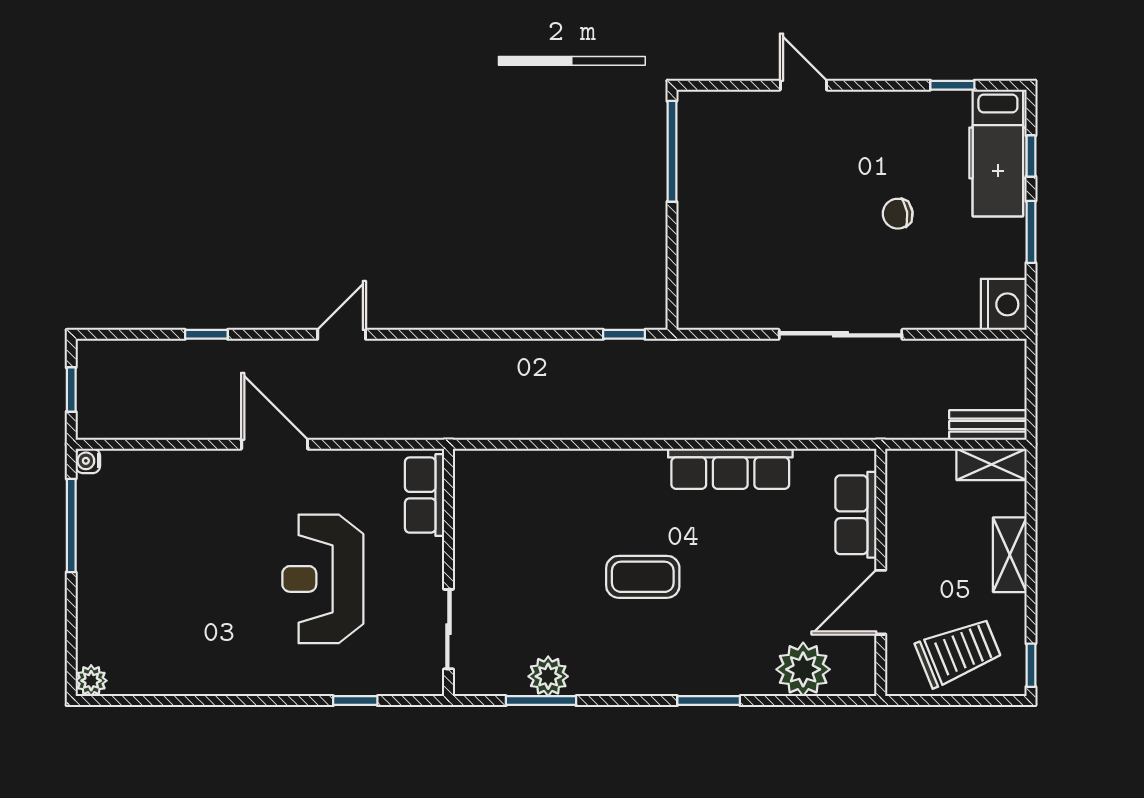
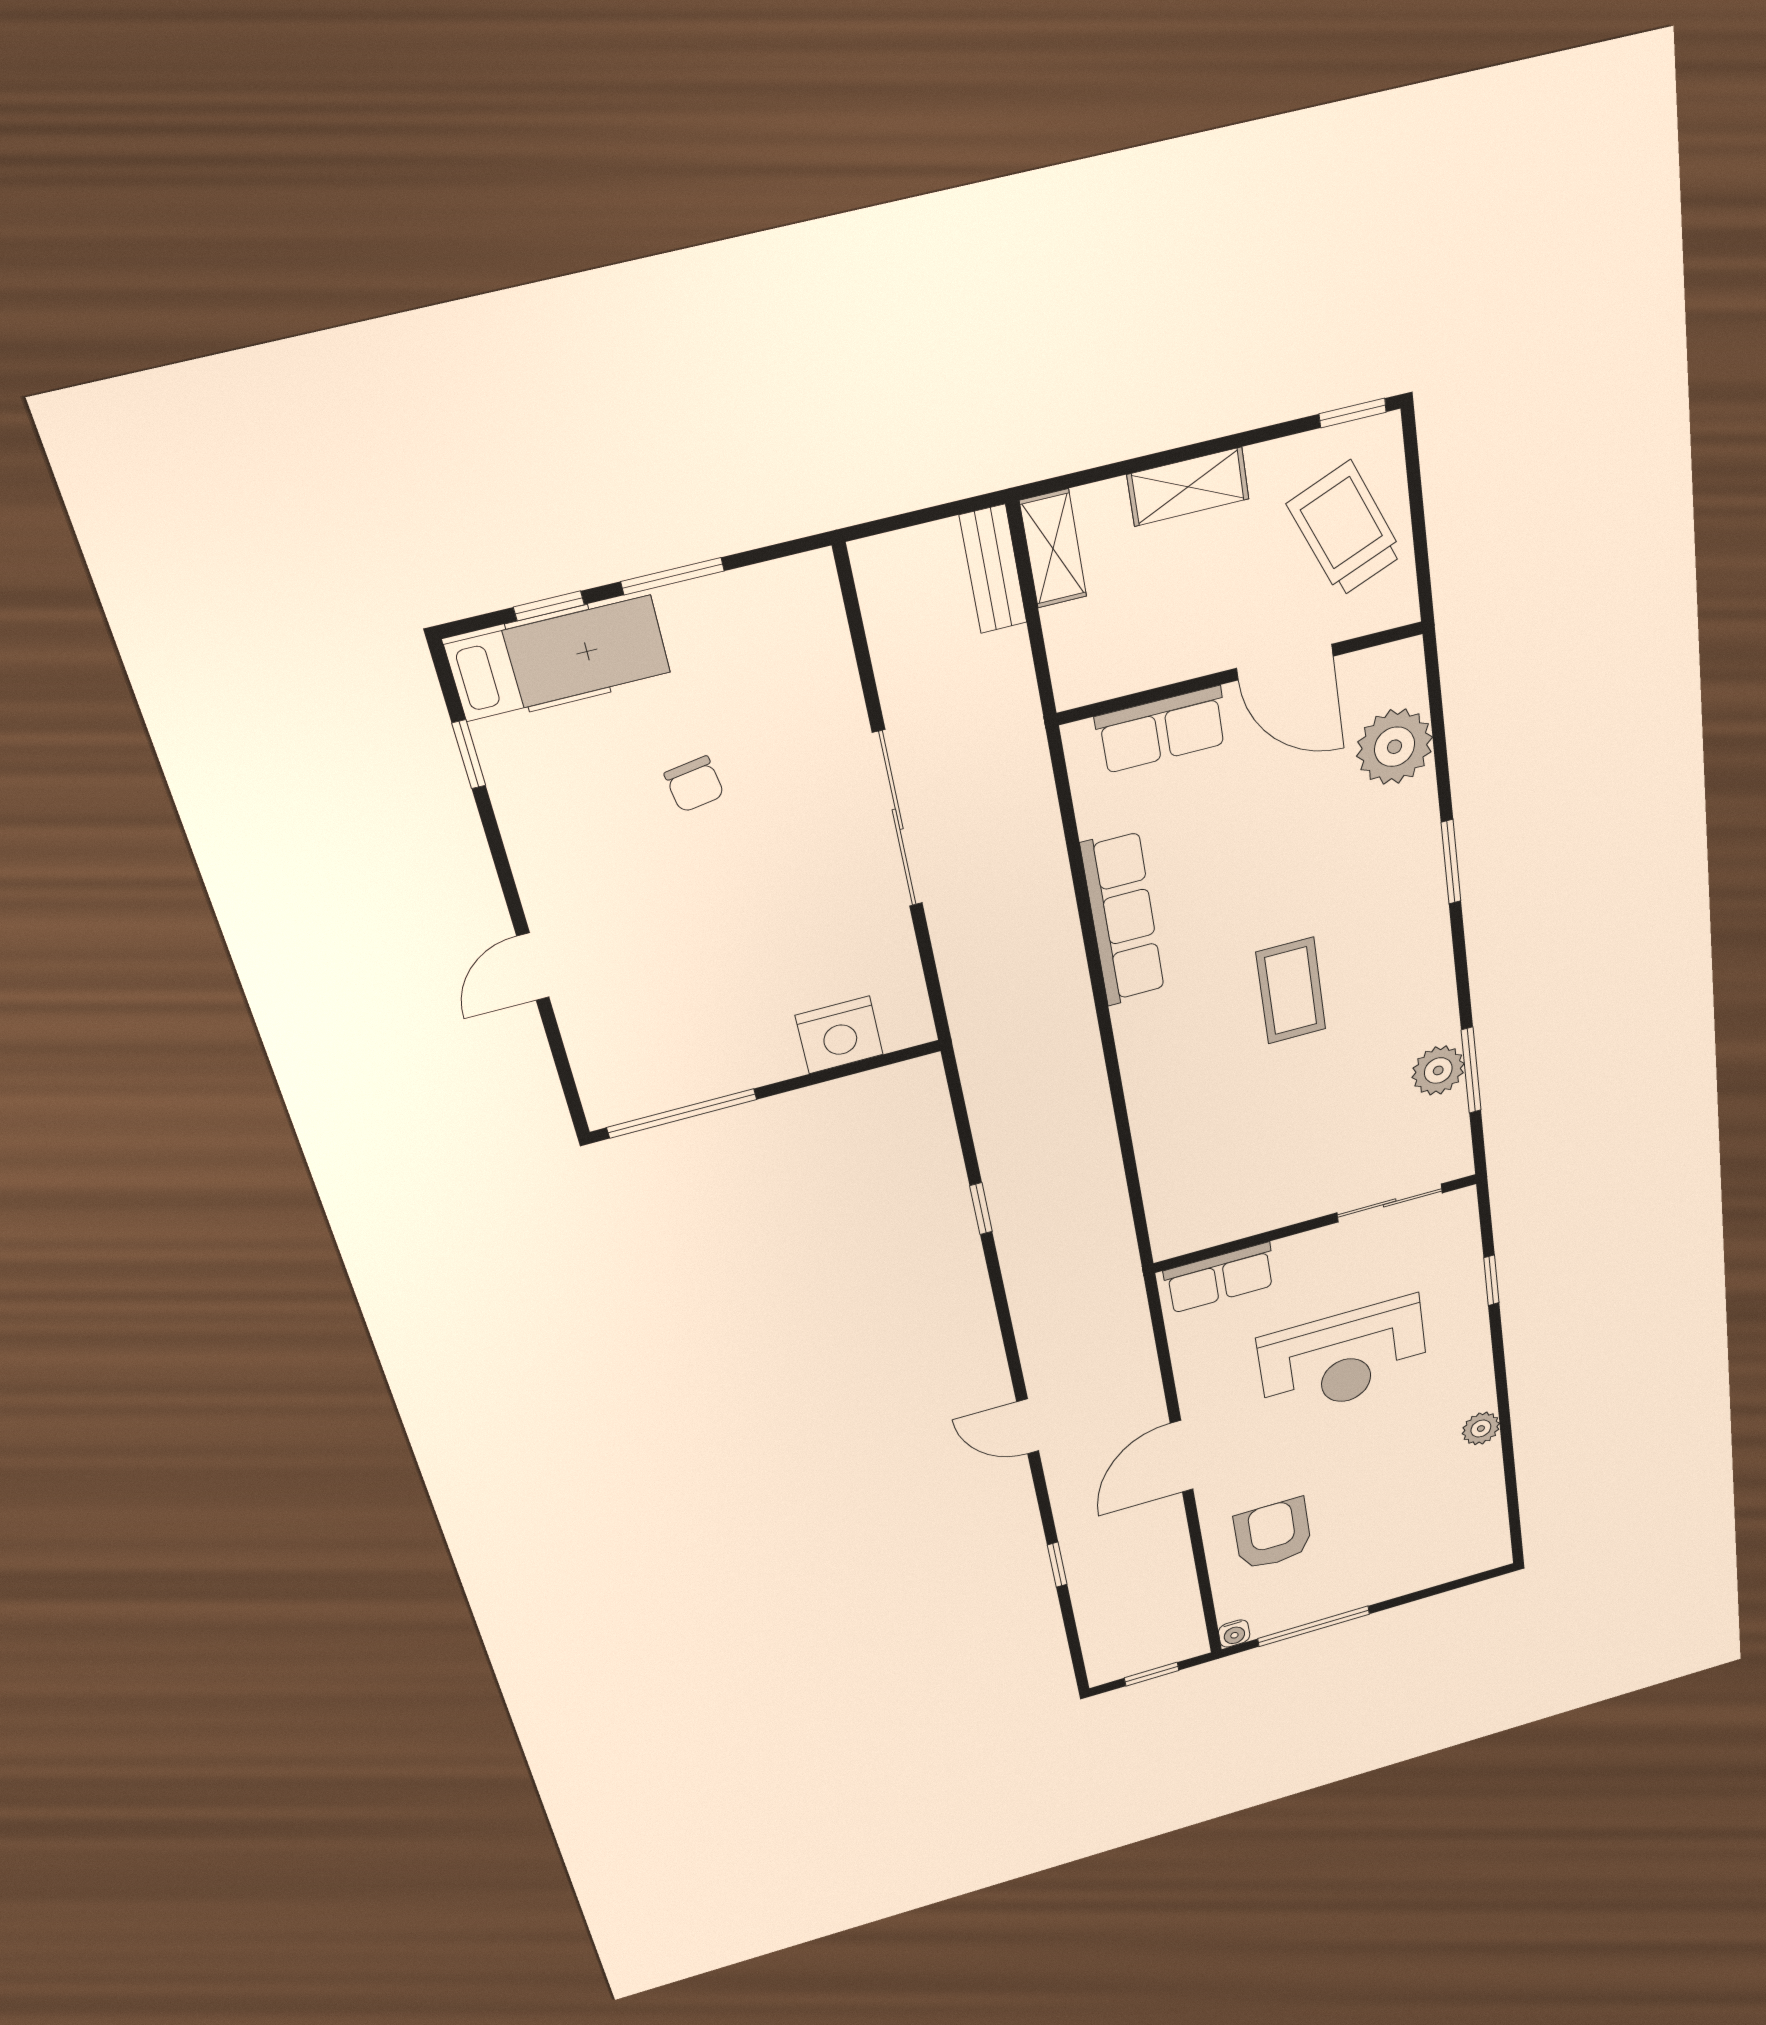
nightstand: (1004, 304) -> (839, 1035), moved, turned 180
window: (624, 334) -> (981, 1209), moved
armchair: (176, 504) -> (1273, 1534), added
plant: (91, 681) -> (1481, 1429), moved

